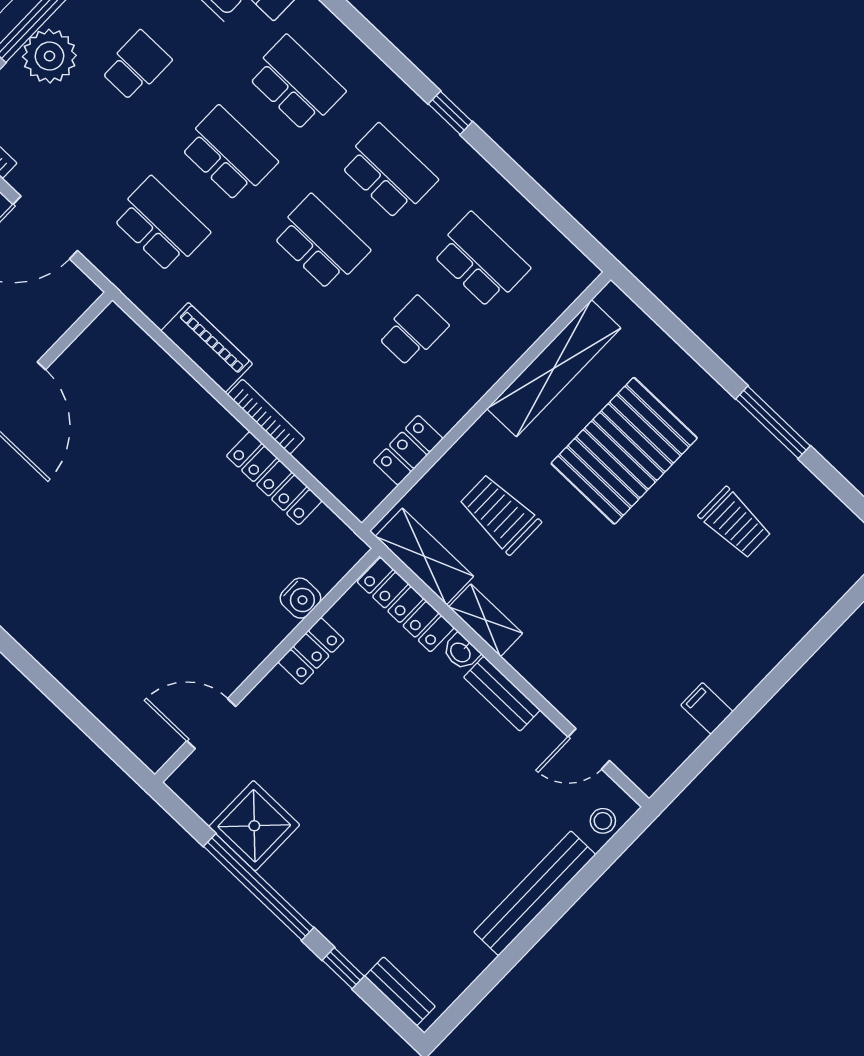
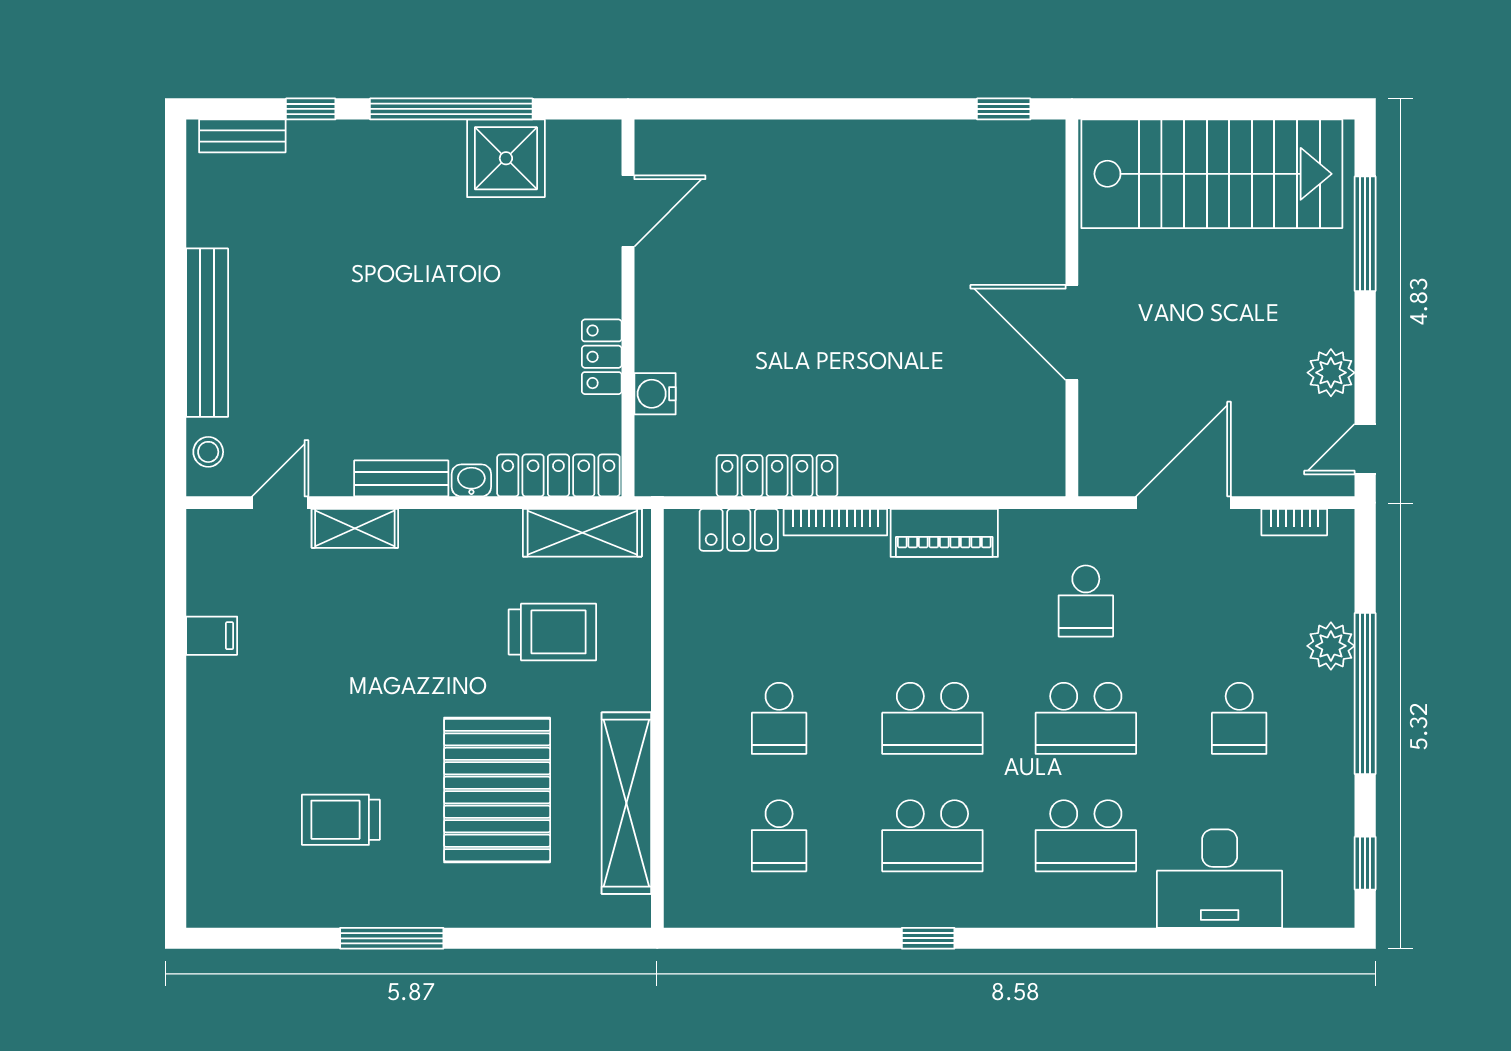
plant: (49, 56) -> (1331, 646), width x0.73, depth x0.73
school desk: (161, 225) -> (1086, 601), width x0.54
school desk: (481, 261) -> (779, 836), width x0.54
locker: (408, 450) -> (739, 530), moved, turned 90
shelving: (486, 620) -> (355, 528), moved

